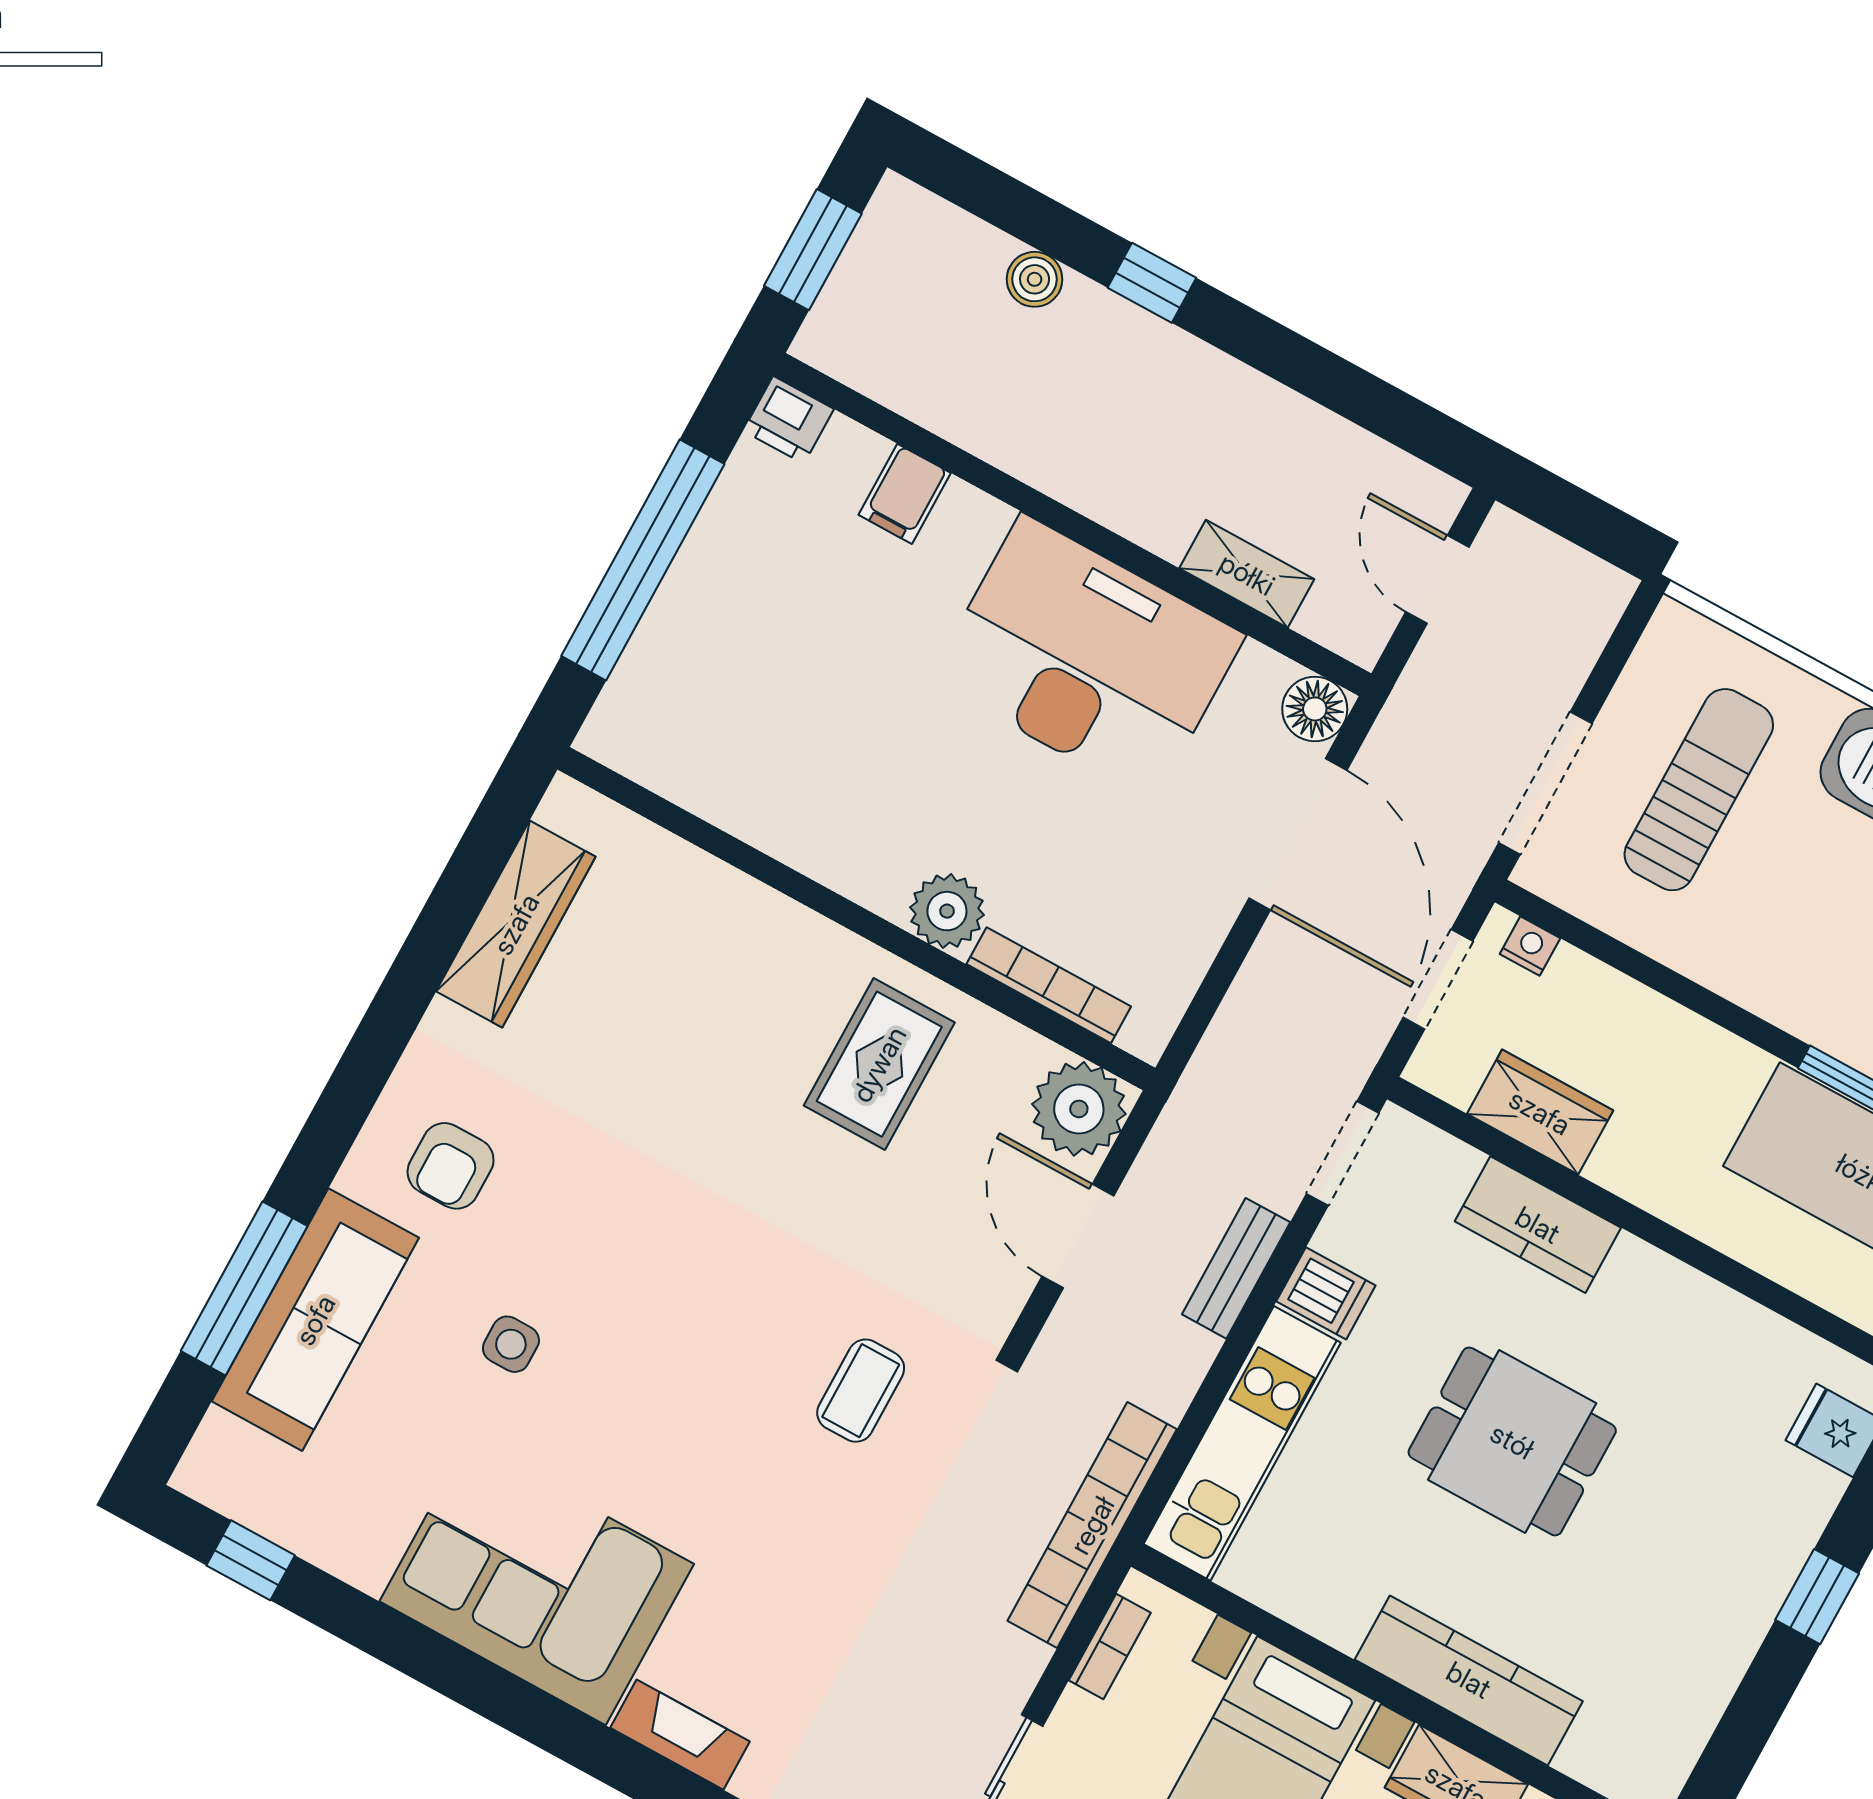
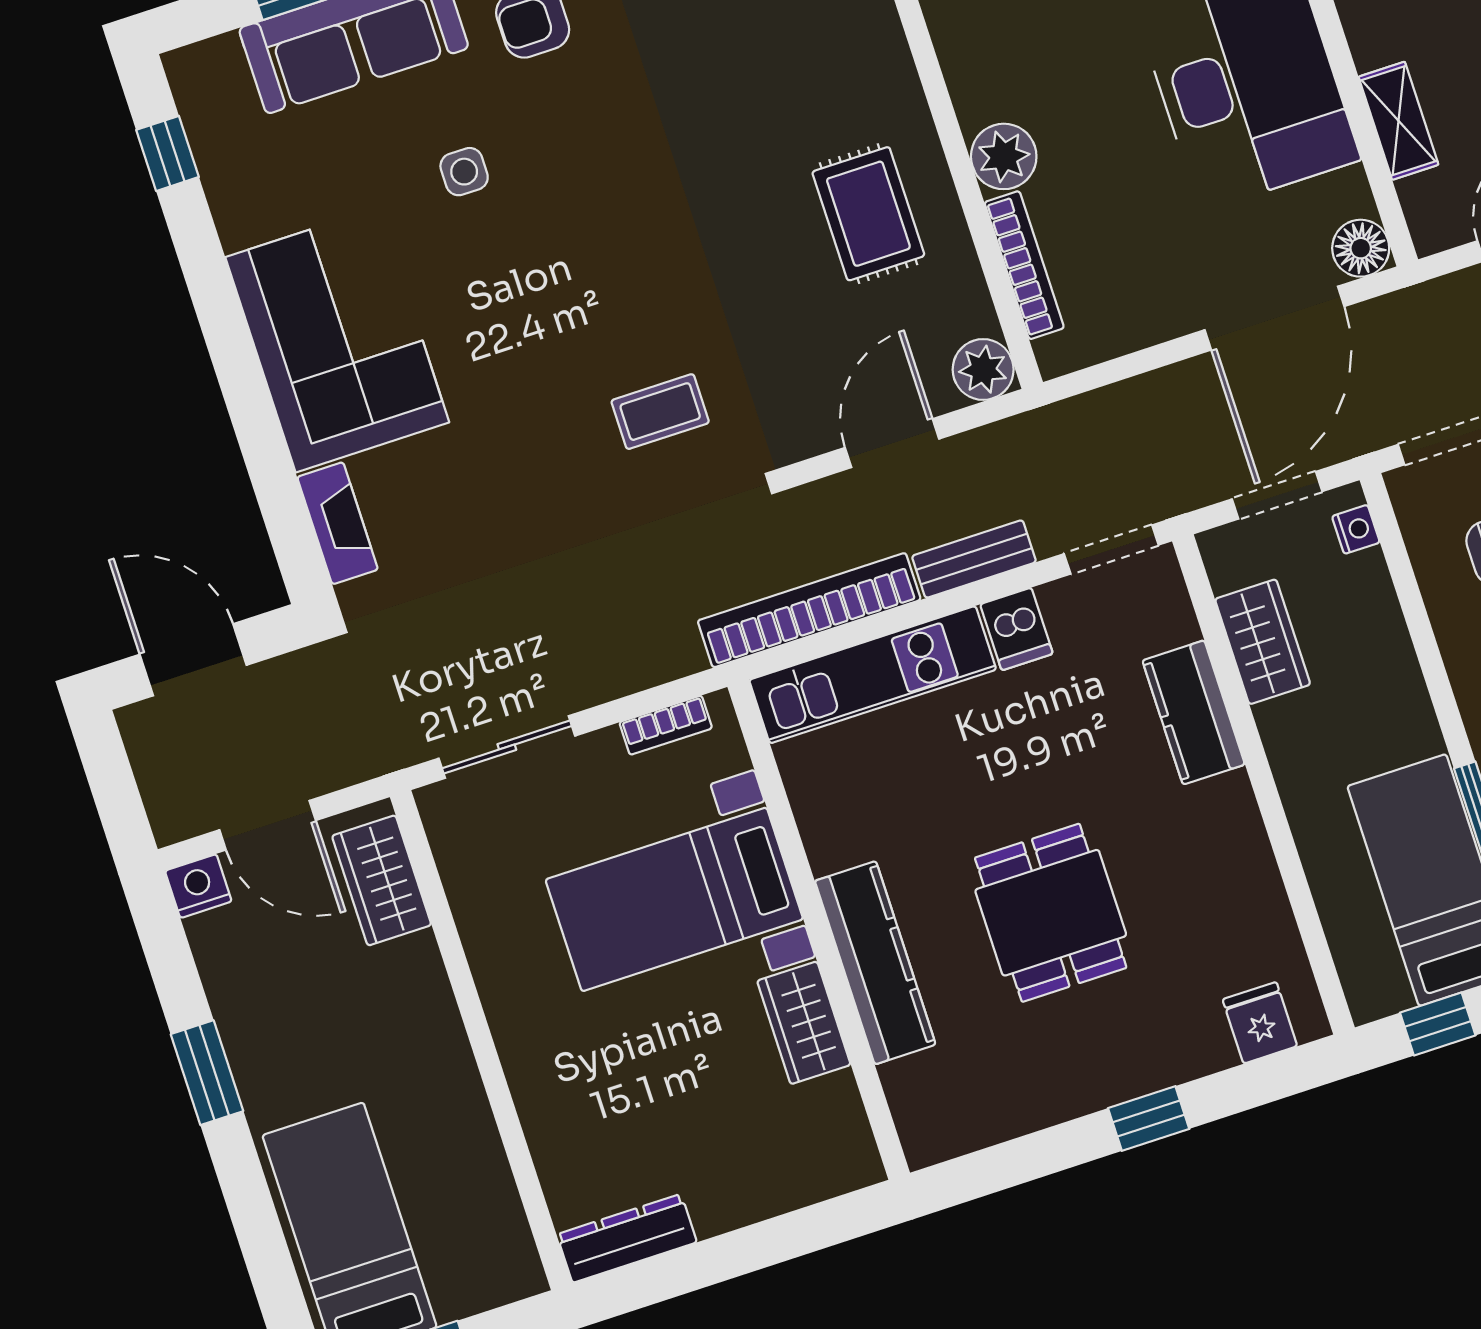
rug: (879, 1064) -> (868, 214), turned 90
plant: (1079, 1109) -> (983, 370), width x0.73, depth x0.73
dining table: (1512, 1441) -> (1051, 913), moved
bookcase: (1092, 1525) -> (809, 610), moved

